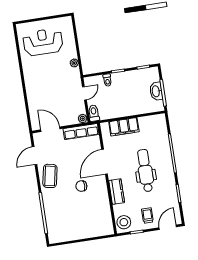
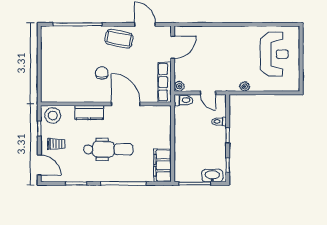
washbasin: (156, 91) -> (212, 176), moved
filing cabinet: (124, 127) -> (163, 165), moved

